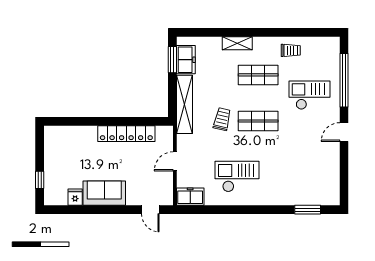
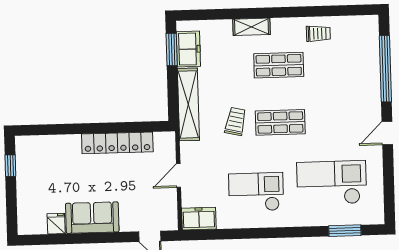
checkout: (310, 95) -> (332, 183), moved, width x1.36, depth x1.21
window: (40, 180) -> (10, 166), moved

